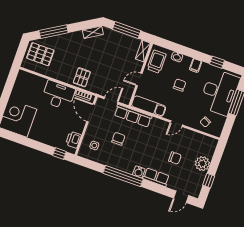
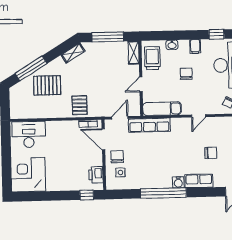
pallet: (40, 54) -> (47, 85), moved
desk: (58, 95) -> (29, 134), moved
chair: (118, 139) -> (117, 157), moved

